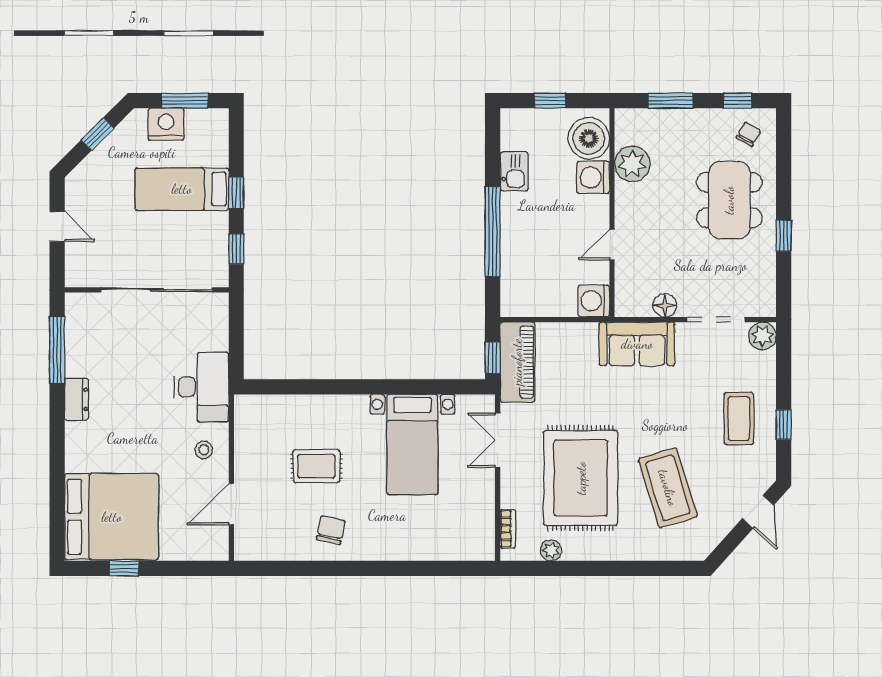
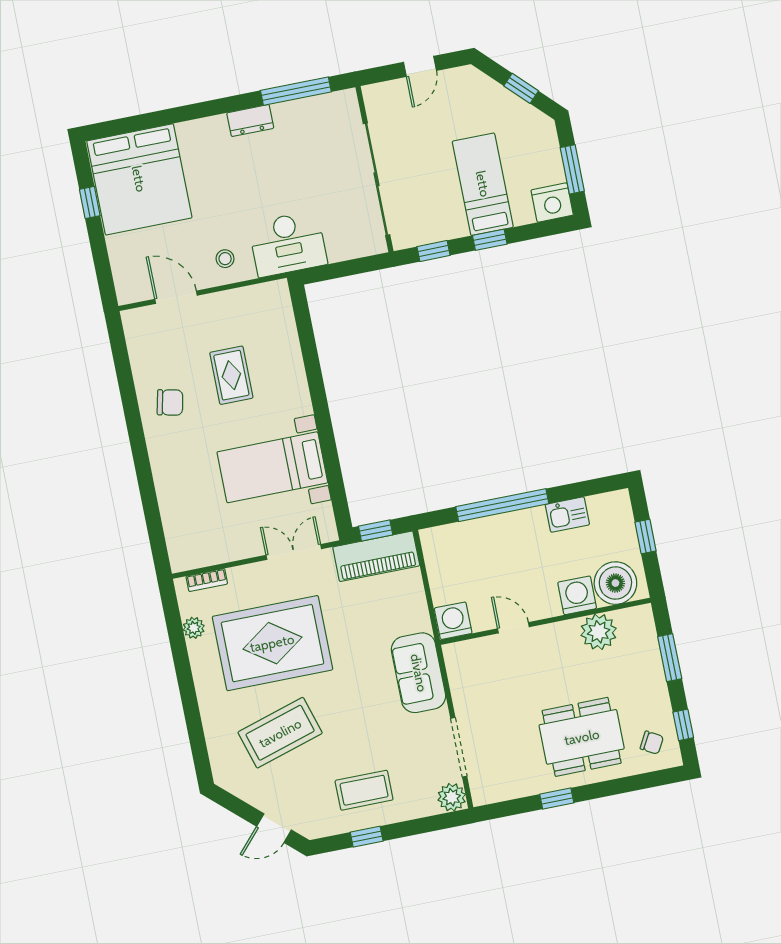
nightstand: (166, 124) -> (552, 203), moved, turned 90
floor lamp: (665, 305) -> (463, 693), removed

